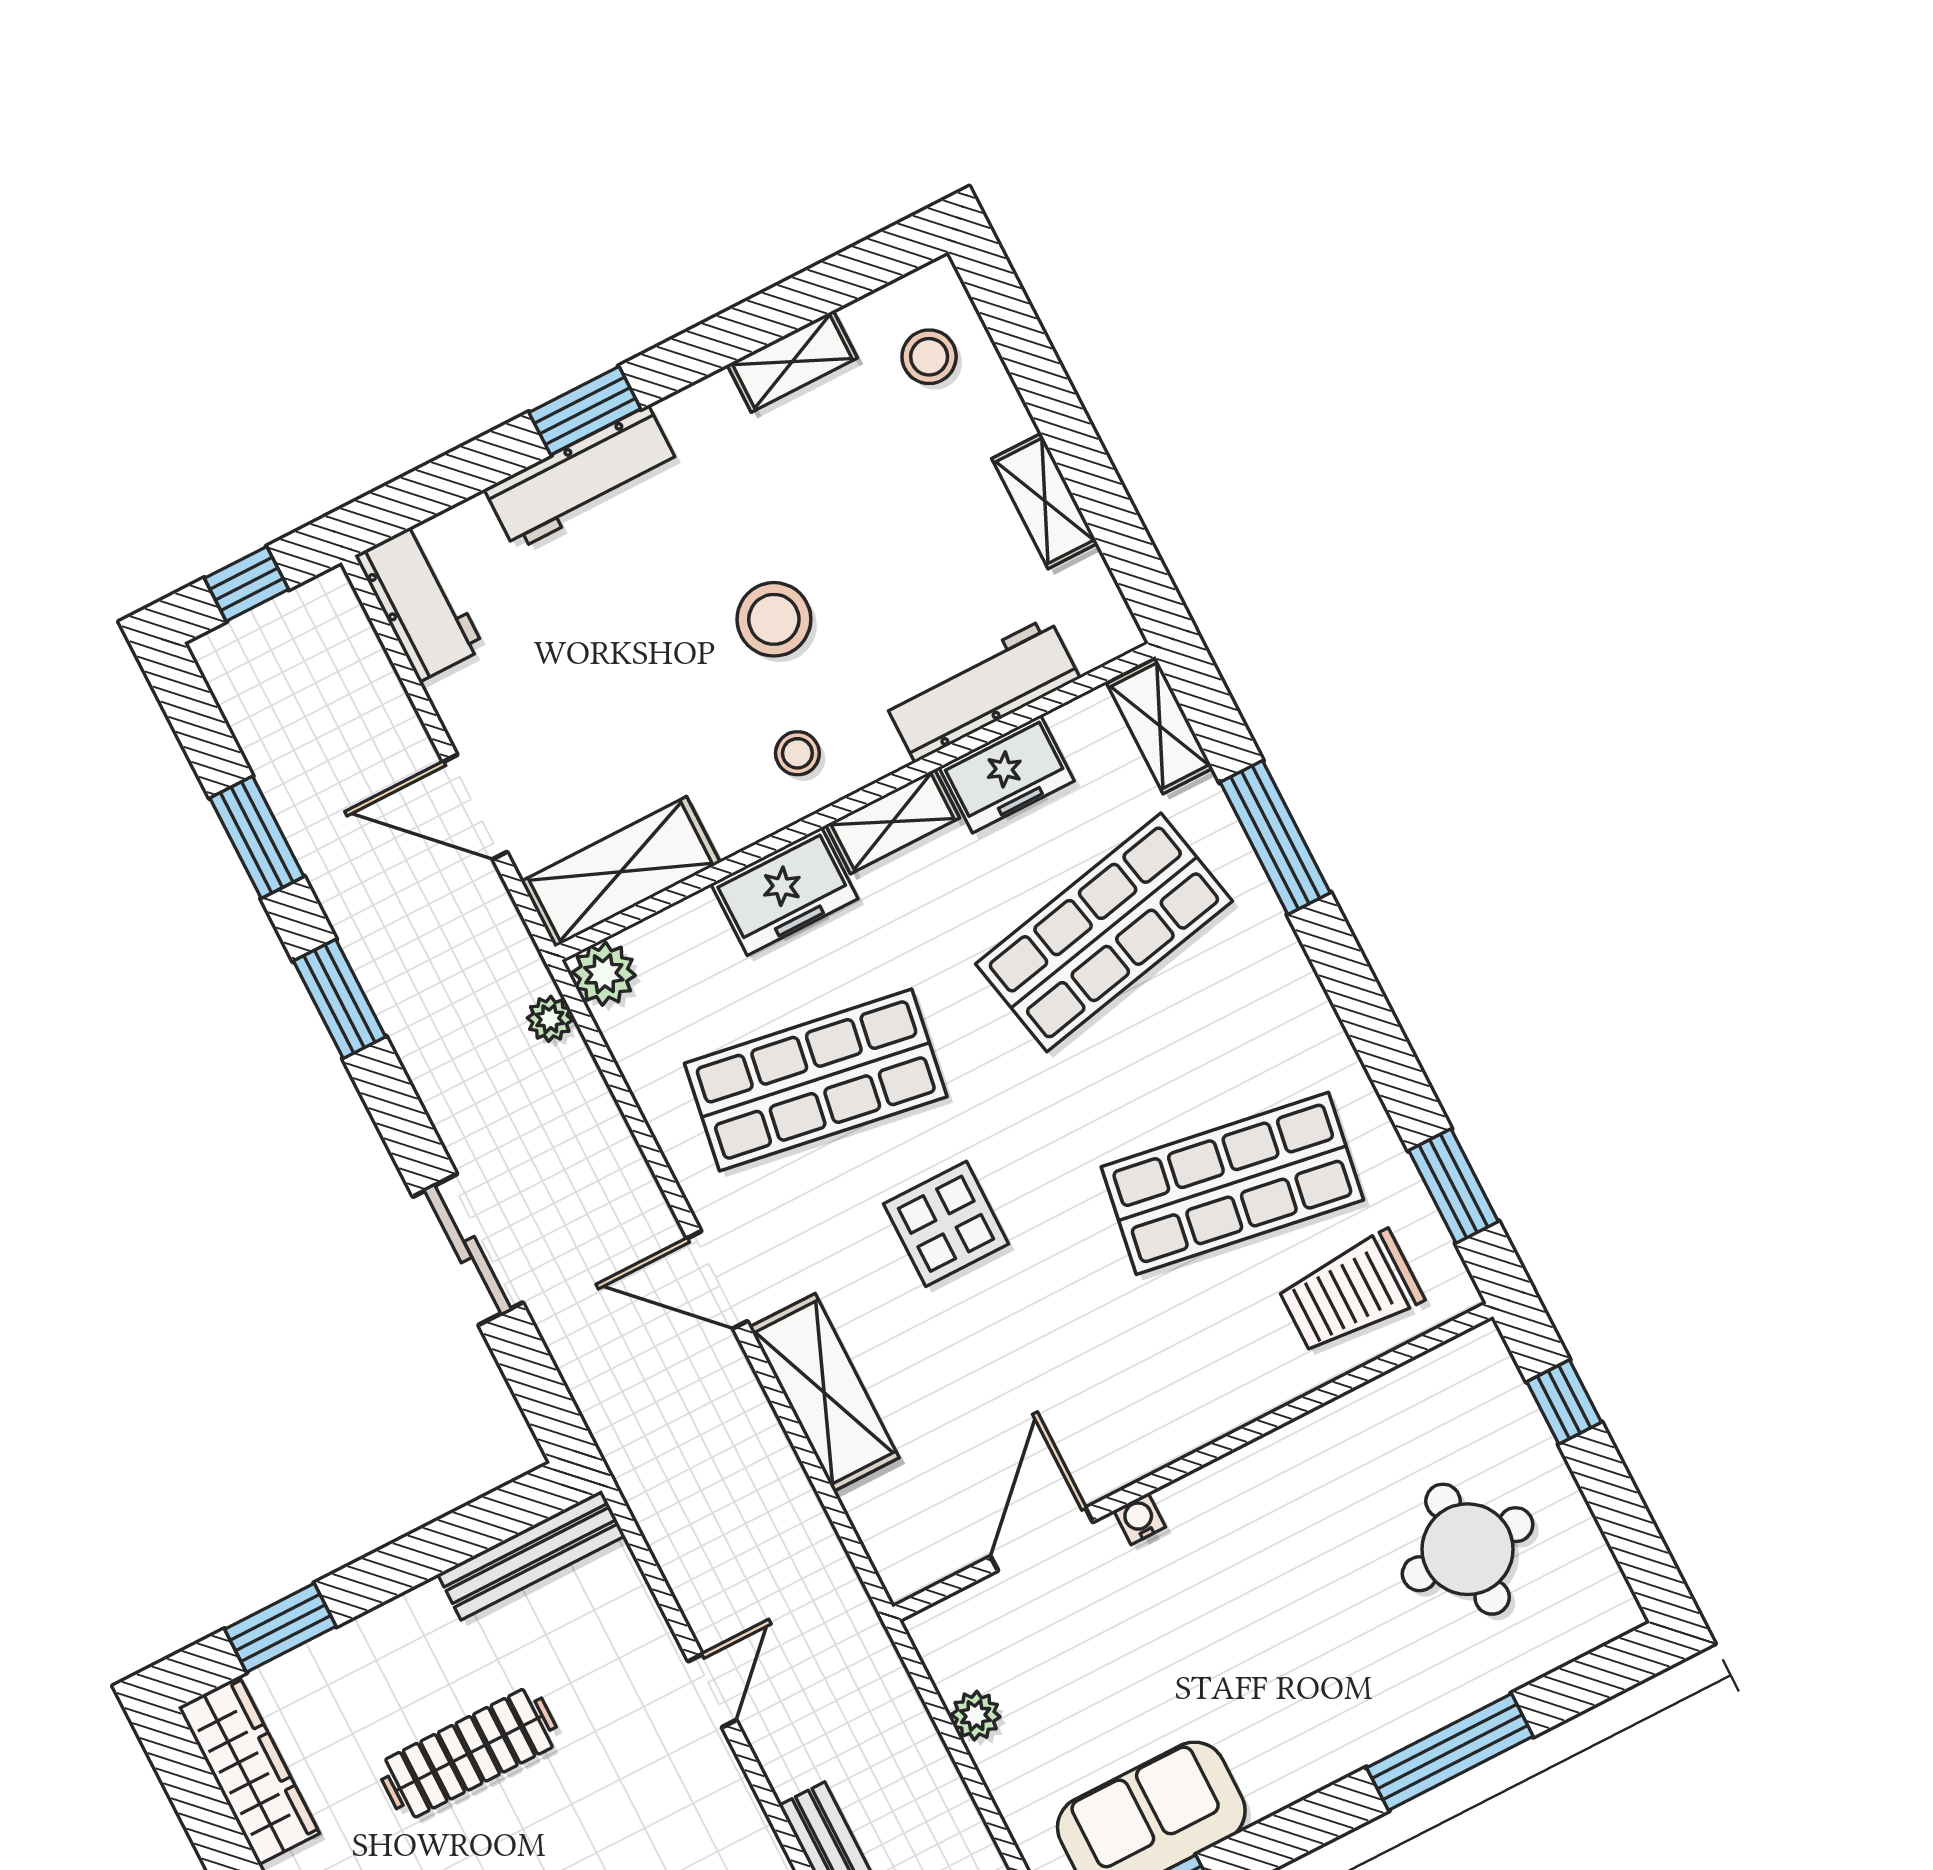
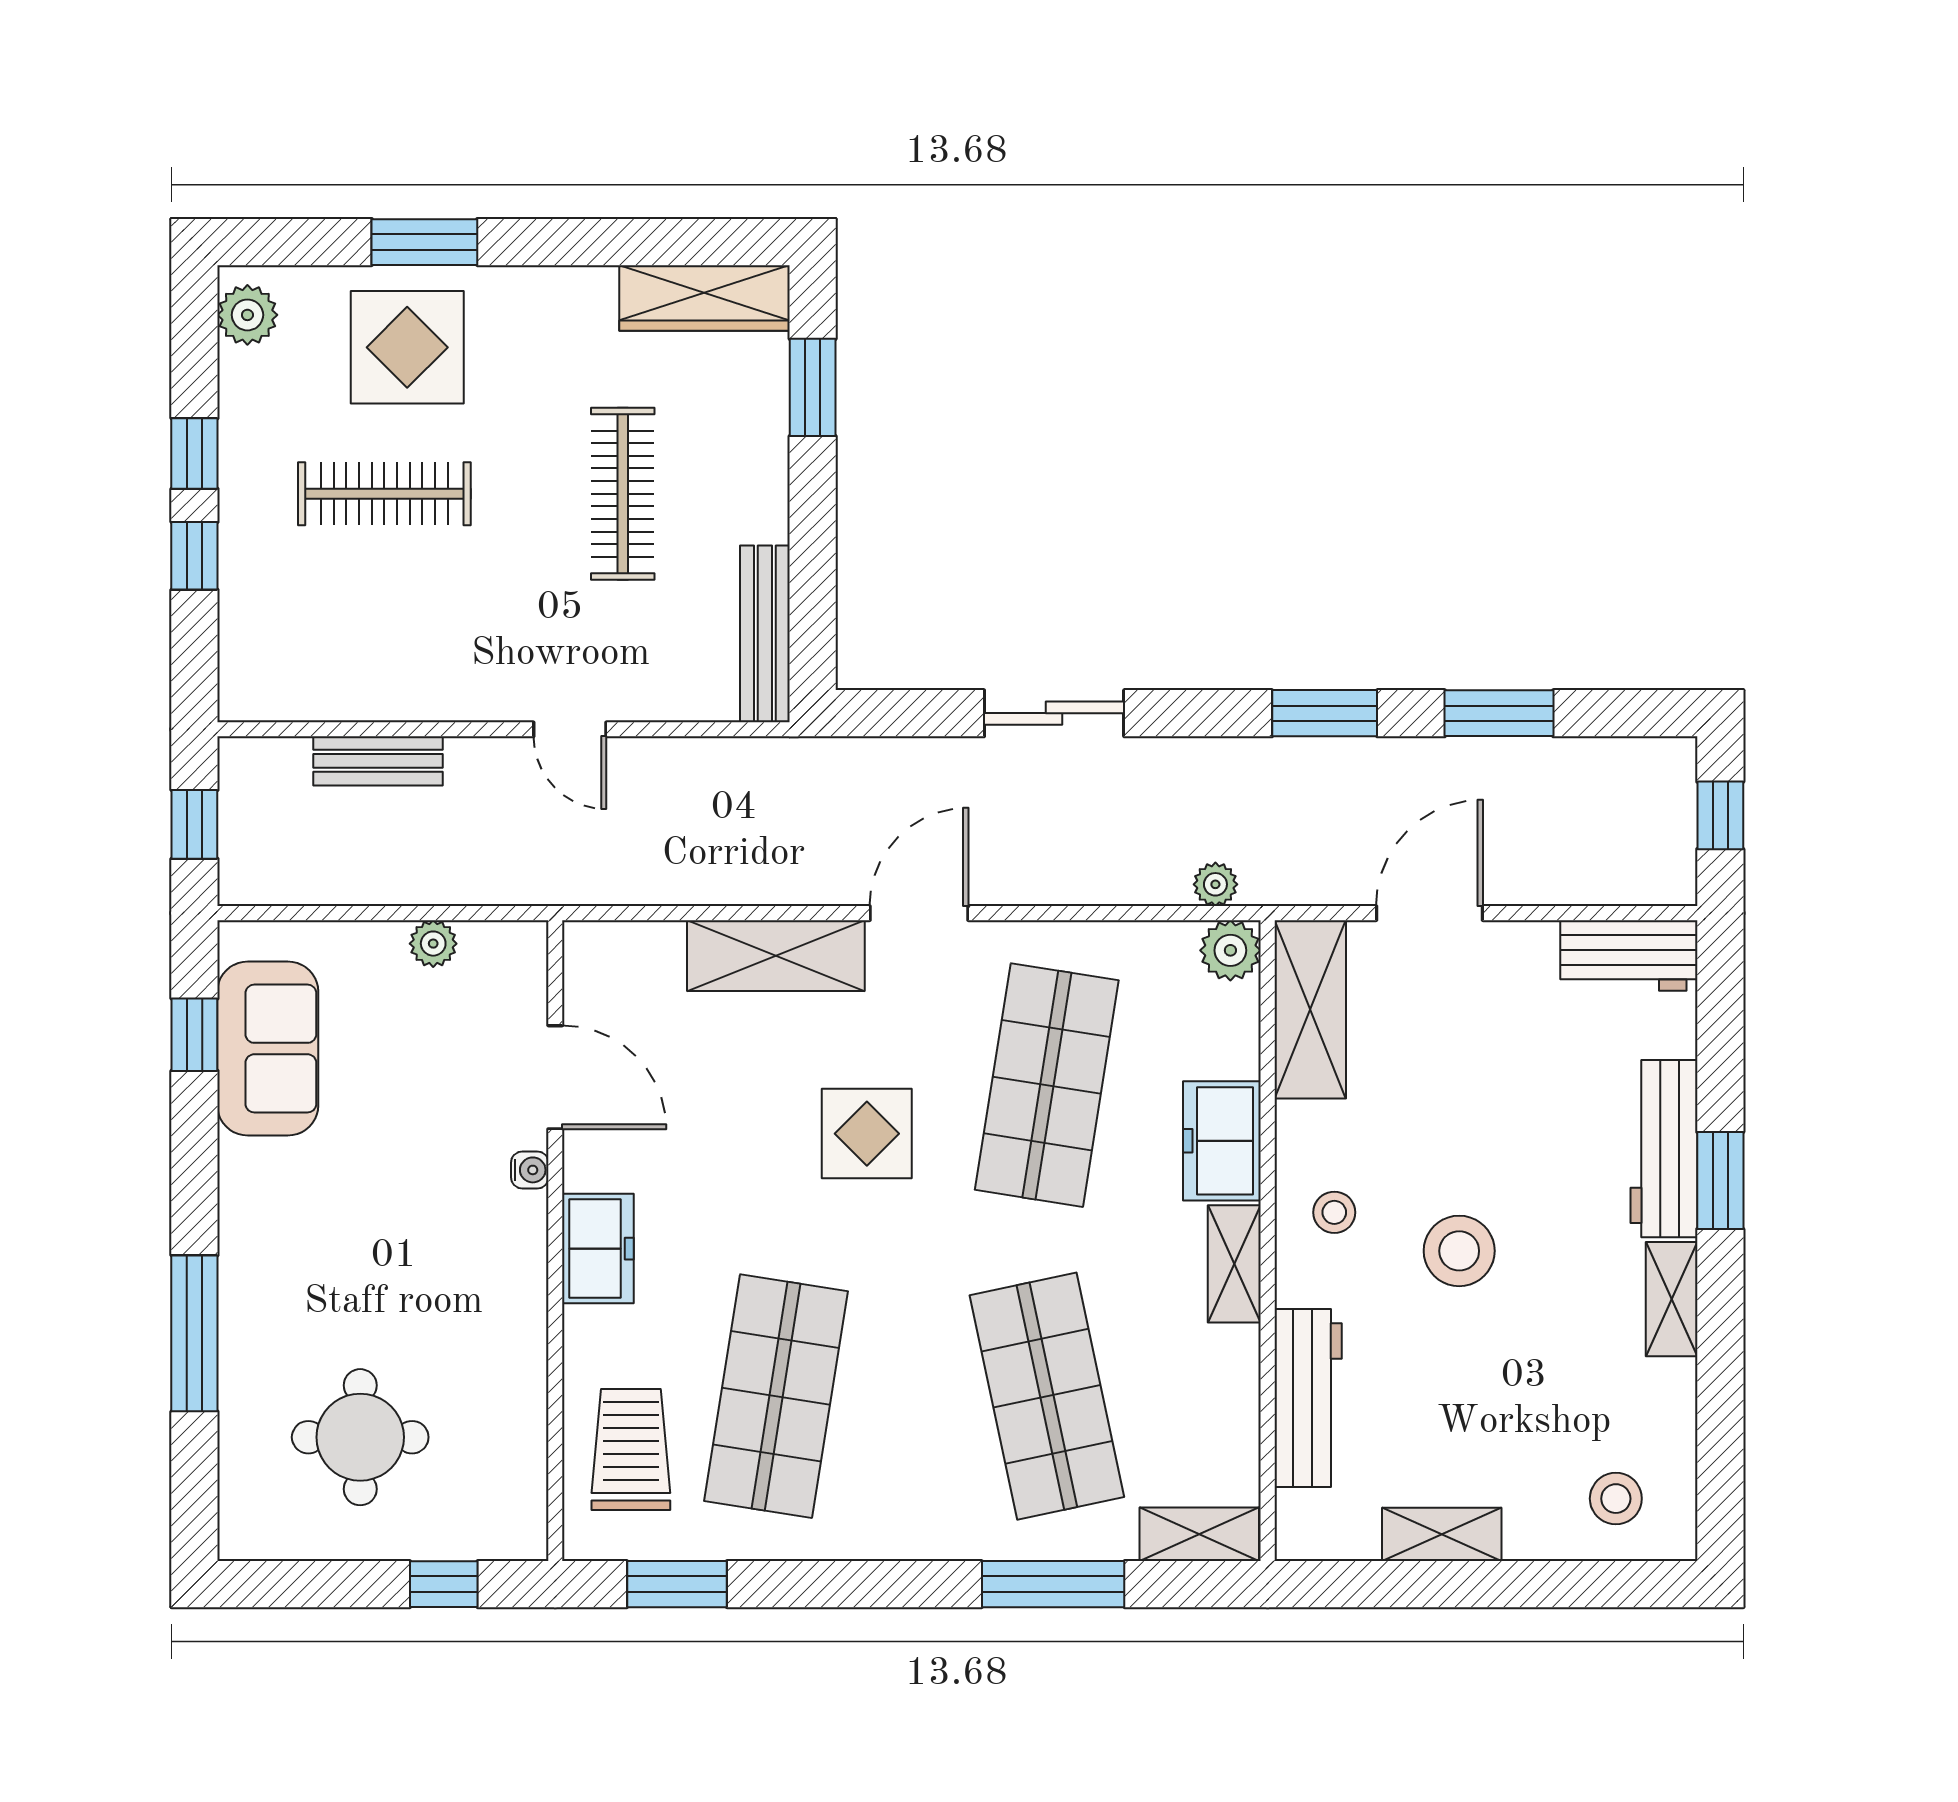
shelving: (792, 362) -> (1672, 1299), moved
freezer: (1007, 774) -> (598, 1249), moved, turned 180

